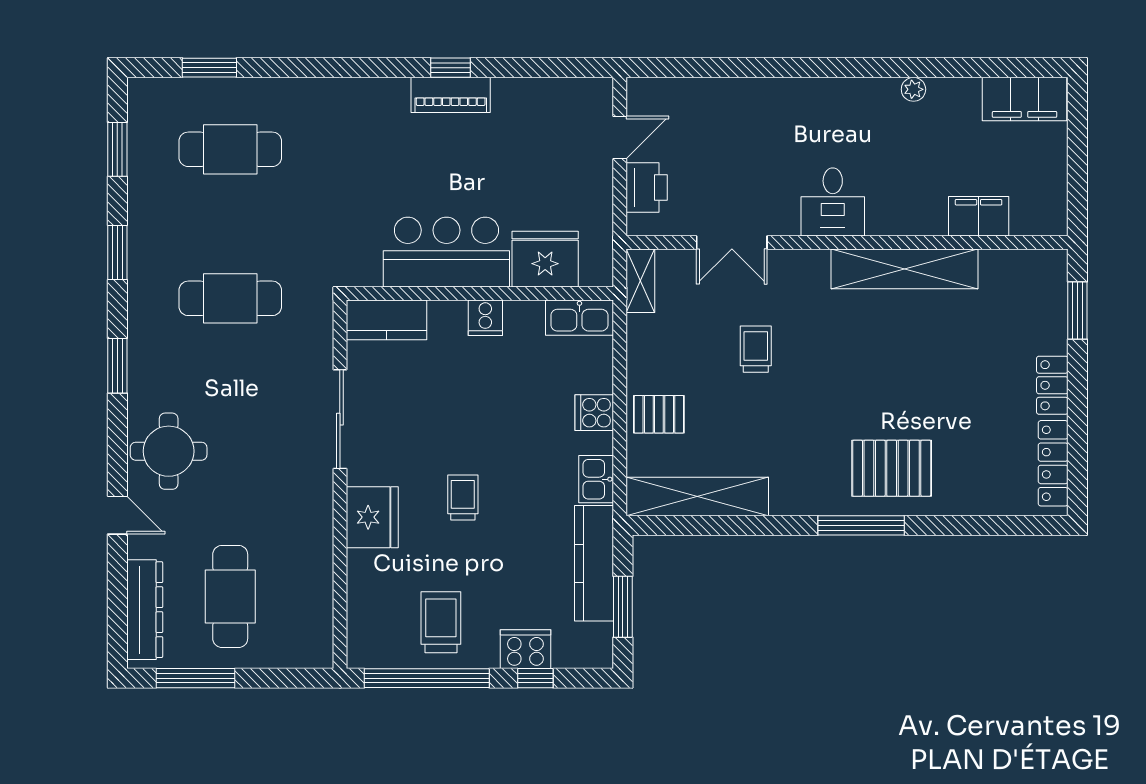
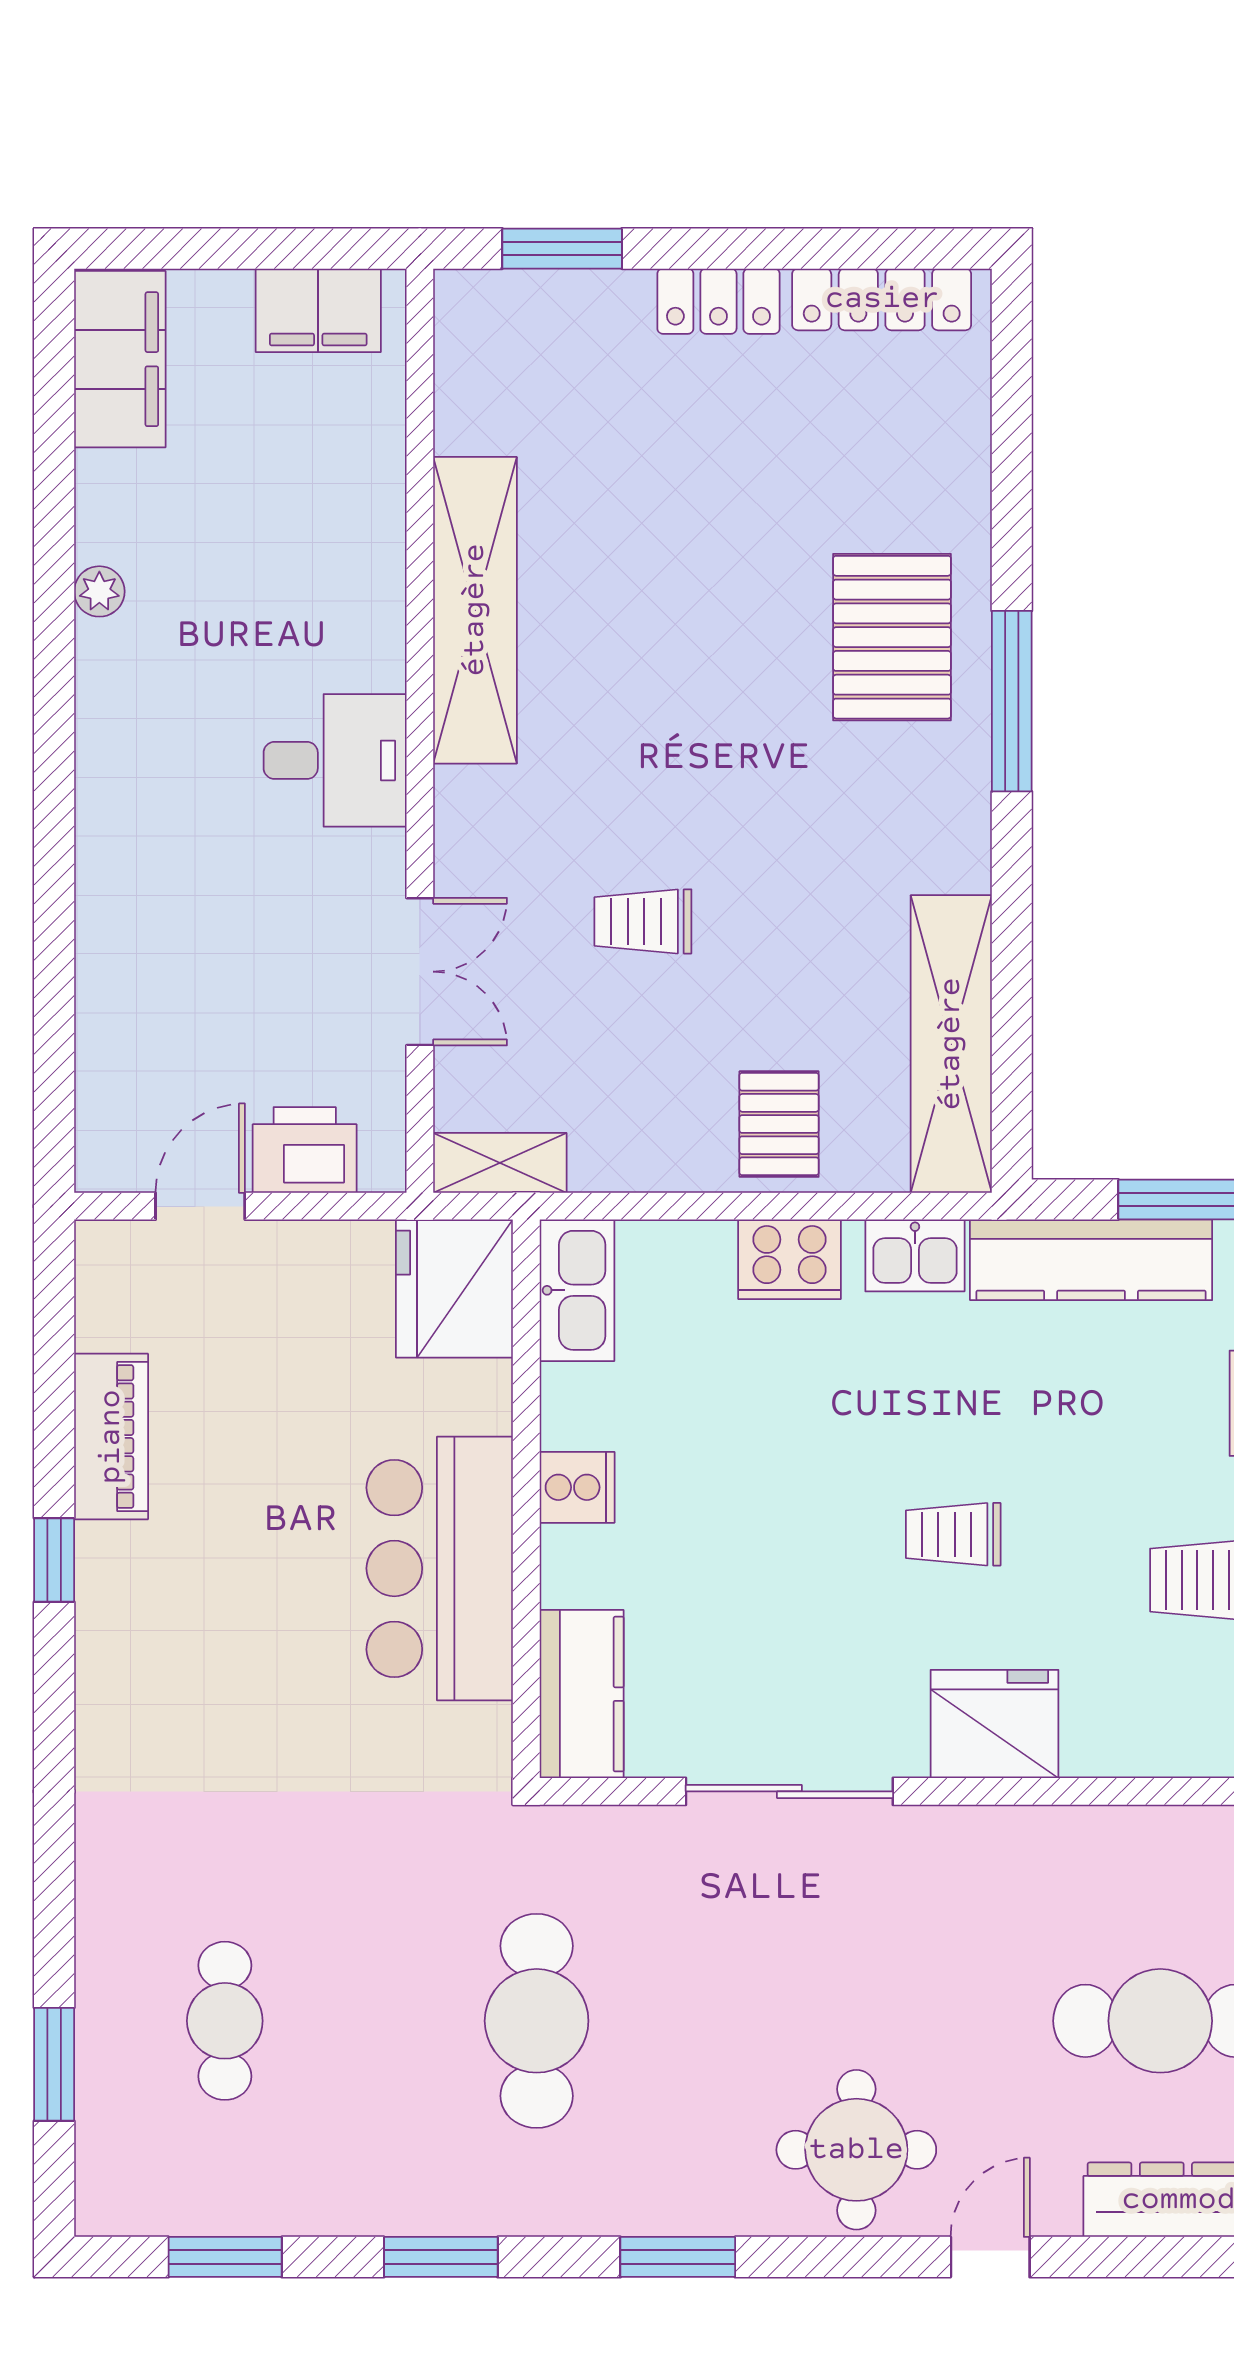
piano: (451, 95) -> (111, 1437), moved
door: (620, 138) -> (200, 1206), hinge flipped
cafe table: (230, 149) -> (225, 2021), width x0.73, depth x0.74
filing cabinet: (979, 216) -> (318, 310), moved, turned -90
fridge: (545, 259) -> (454, 1289), moved
cooker: (594, 413) -> (790, 1259), width x1.36

